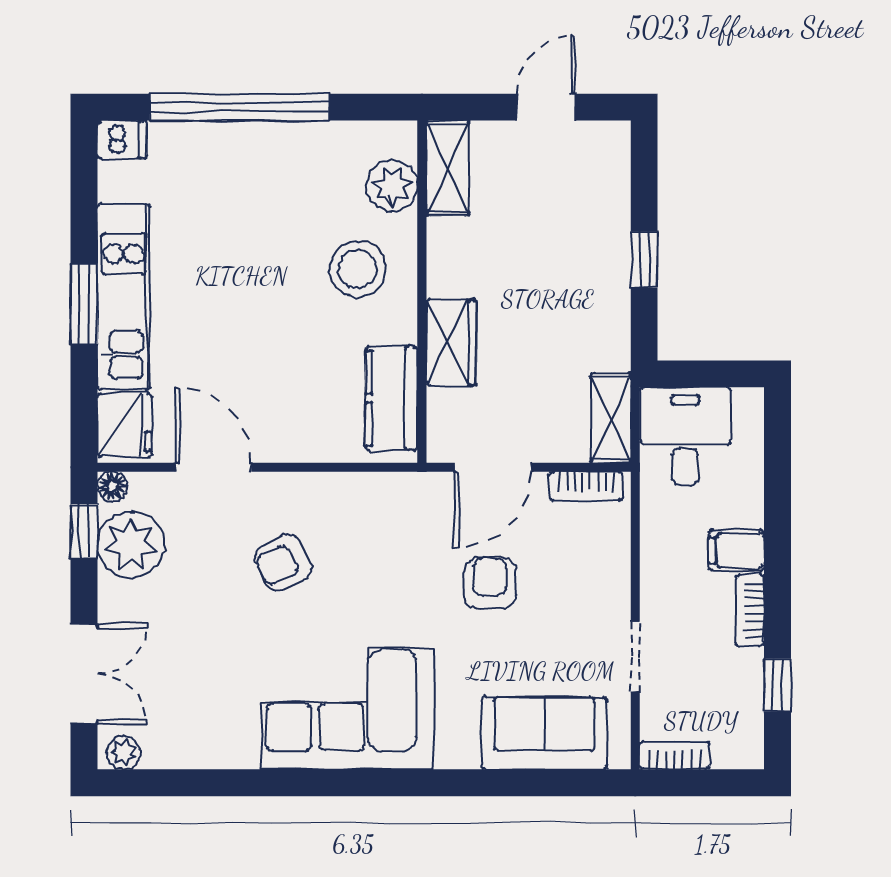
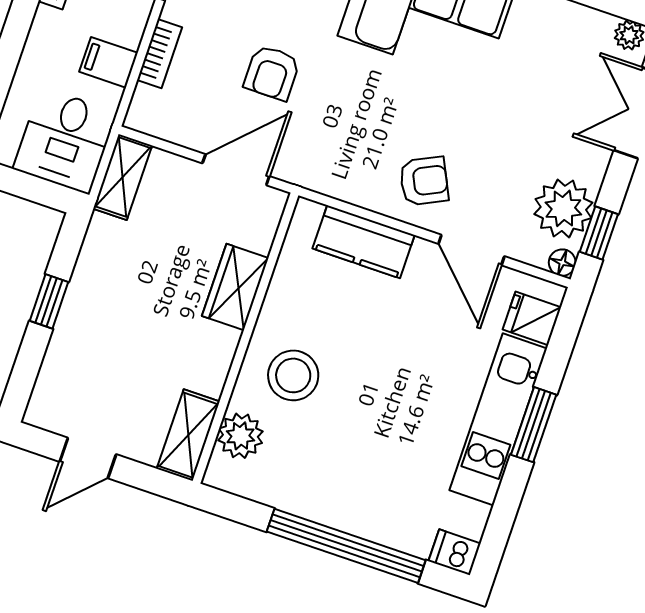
kitchen counter: (392, 398) -> (364, 242), moved, turned 90
fridge: (124, 425) -> (532, 318), width x0.72
bookcase: (586, 486) -> (160, 54), moved, turned 90
filing cabinet: (736, 550) -> (108, 62), moved, turned 180
armchair: (283, 563) -> (424, 181), moved

